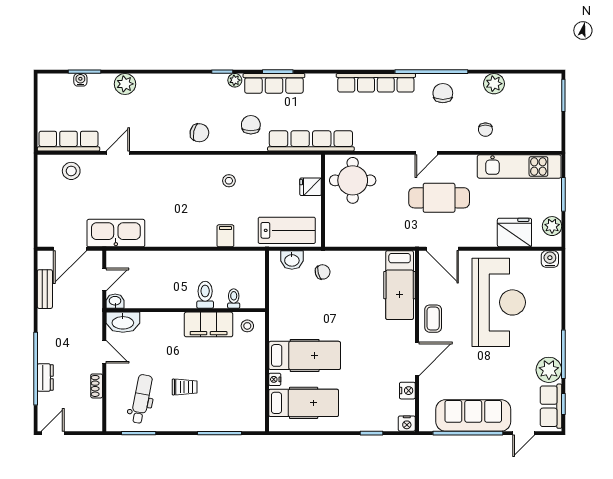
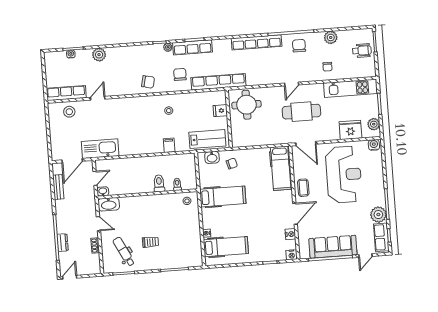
wheelchair: (542, 108) -> (362, 51), added
filing cabinet: (209, 324) -> (163, 202), removed
hospital bed: (305, 355) -> (223, 196), moved
dental chair: (141, 399) -> (124, 252), turned -38

